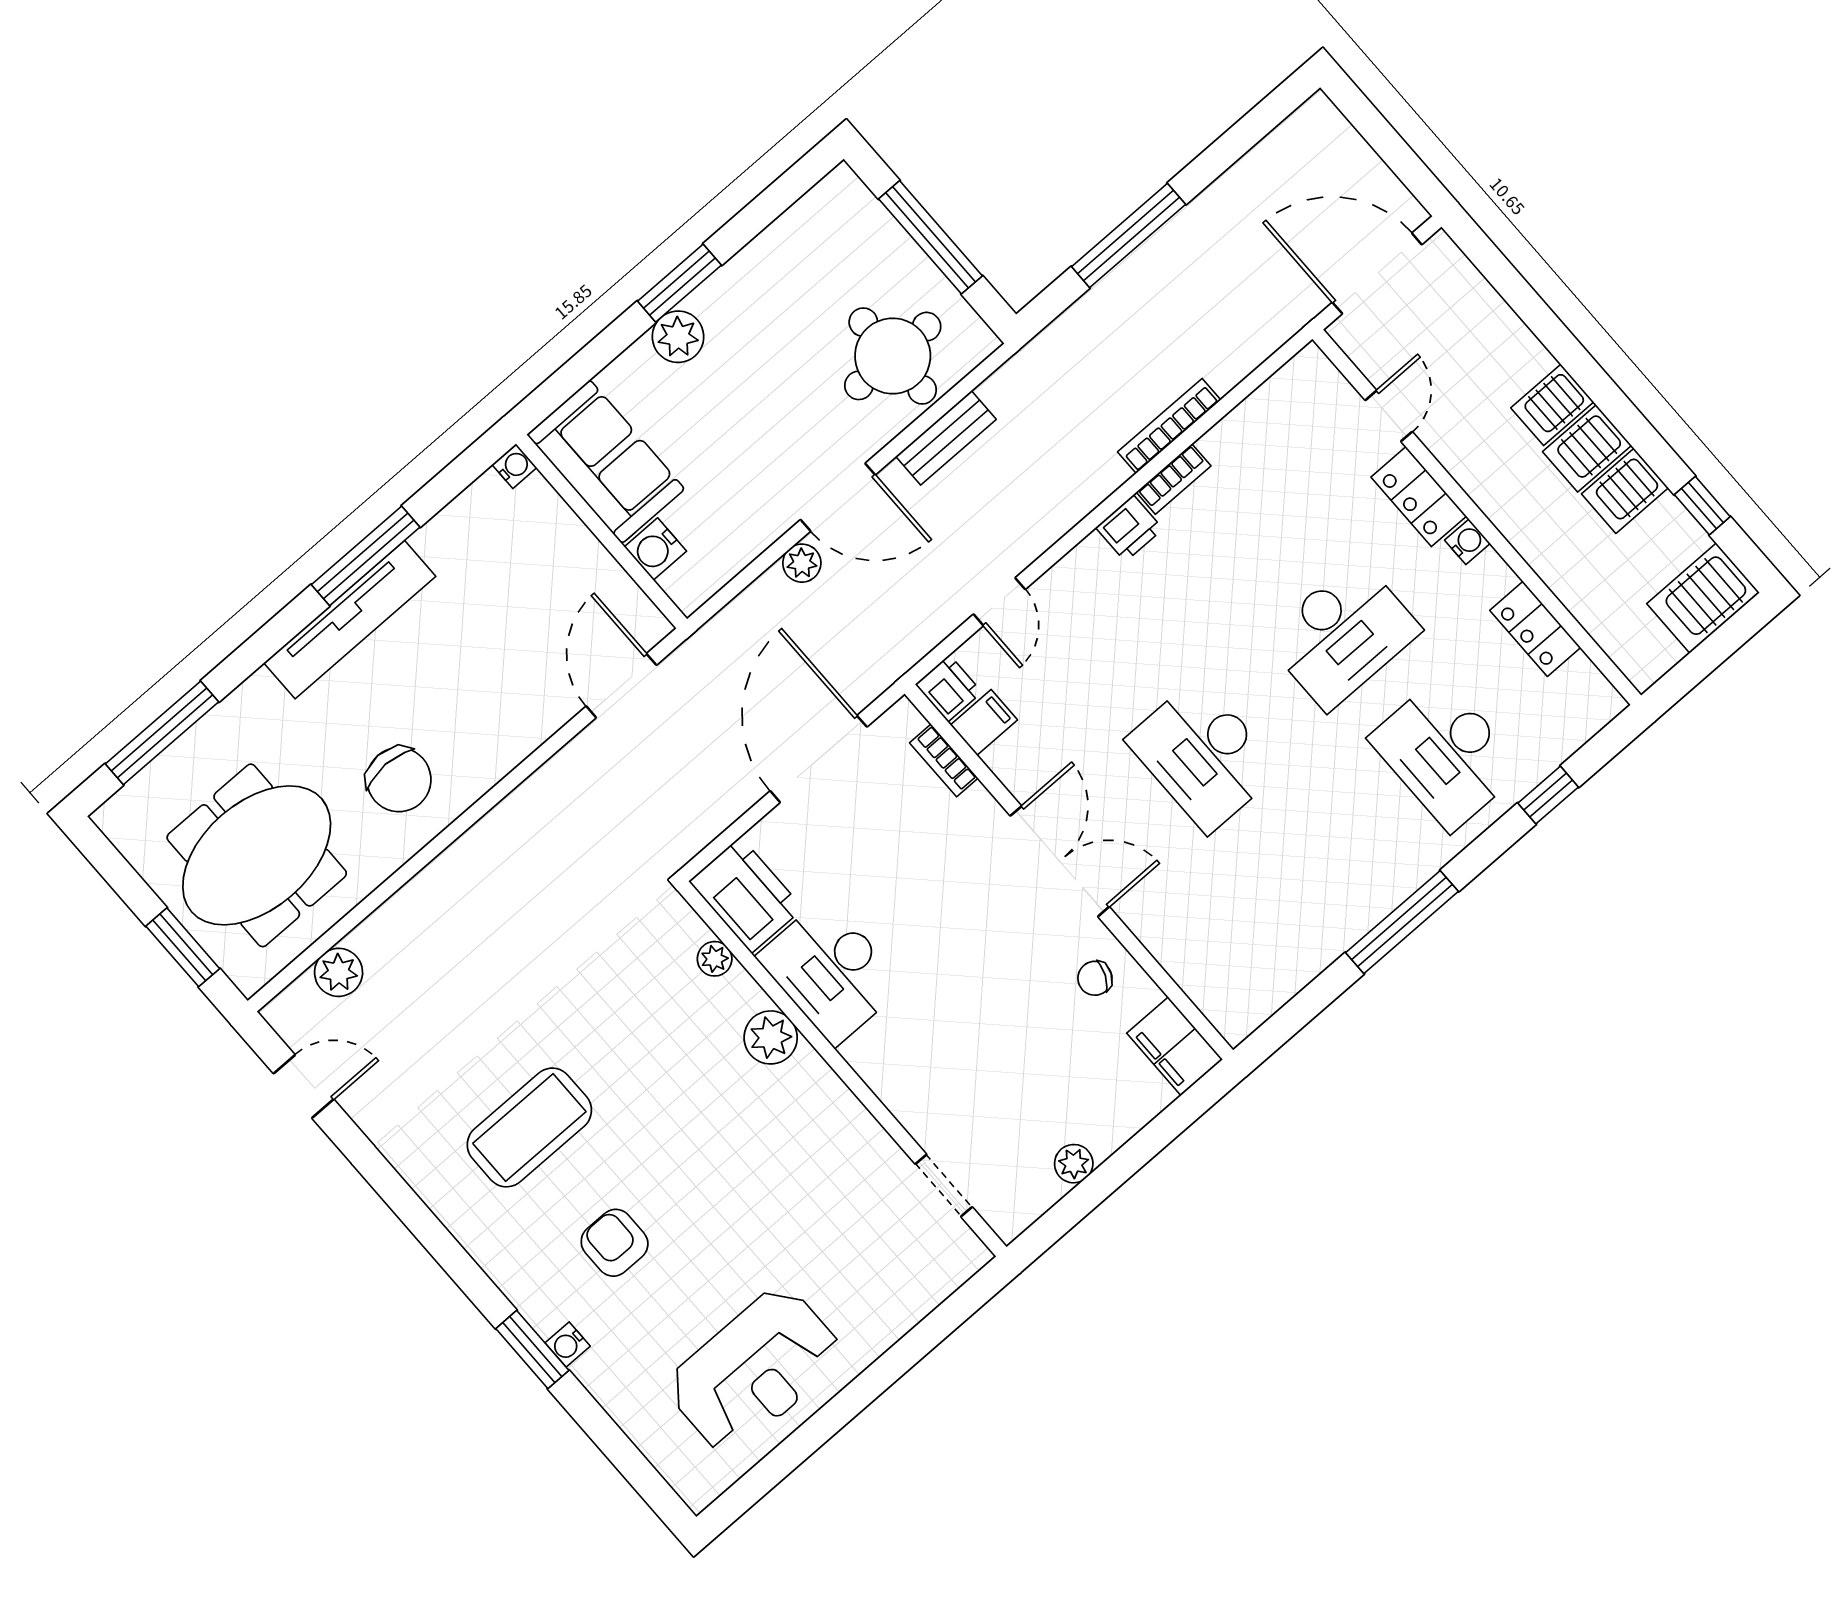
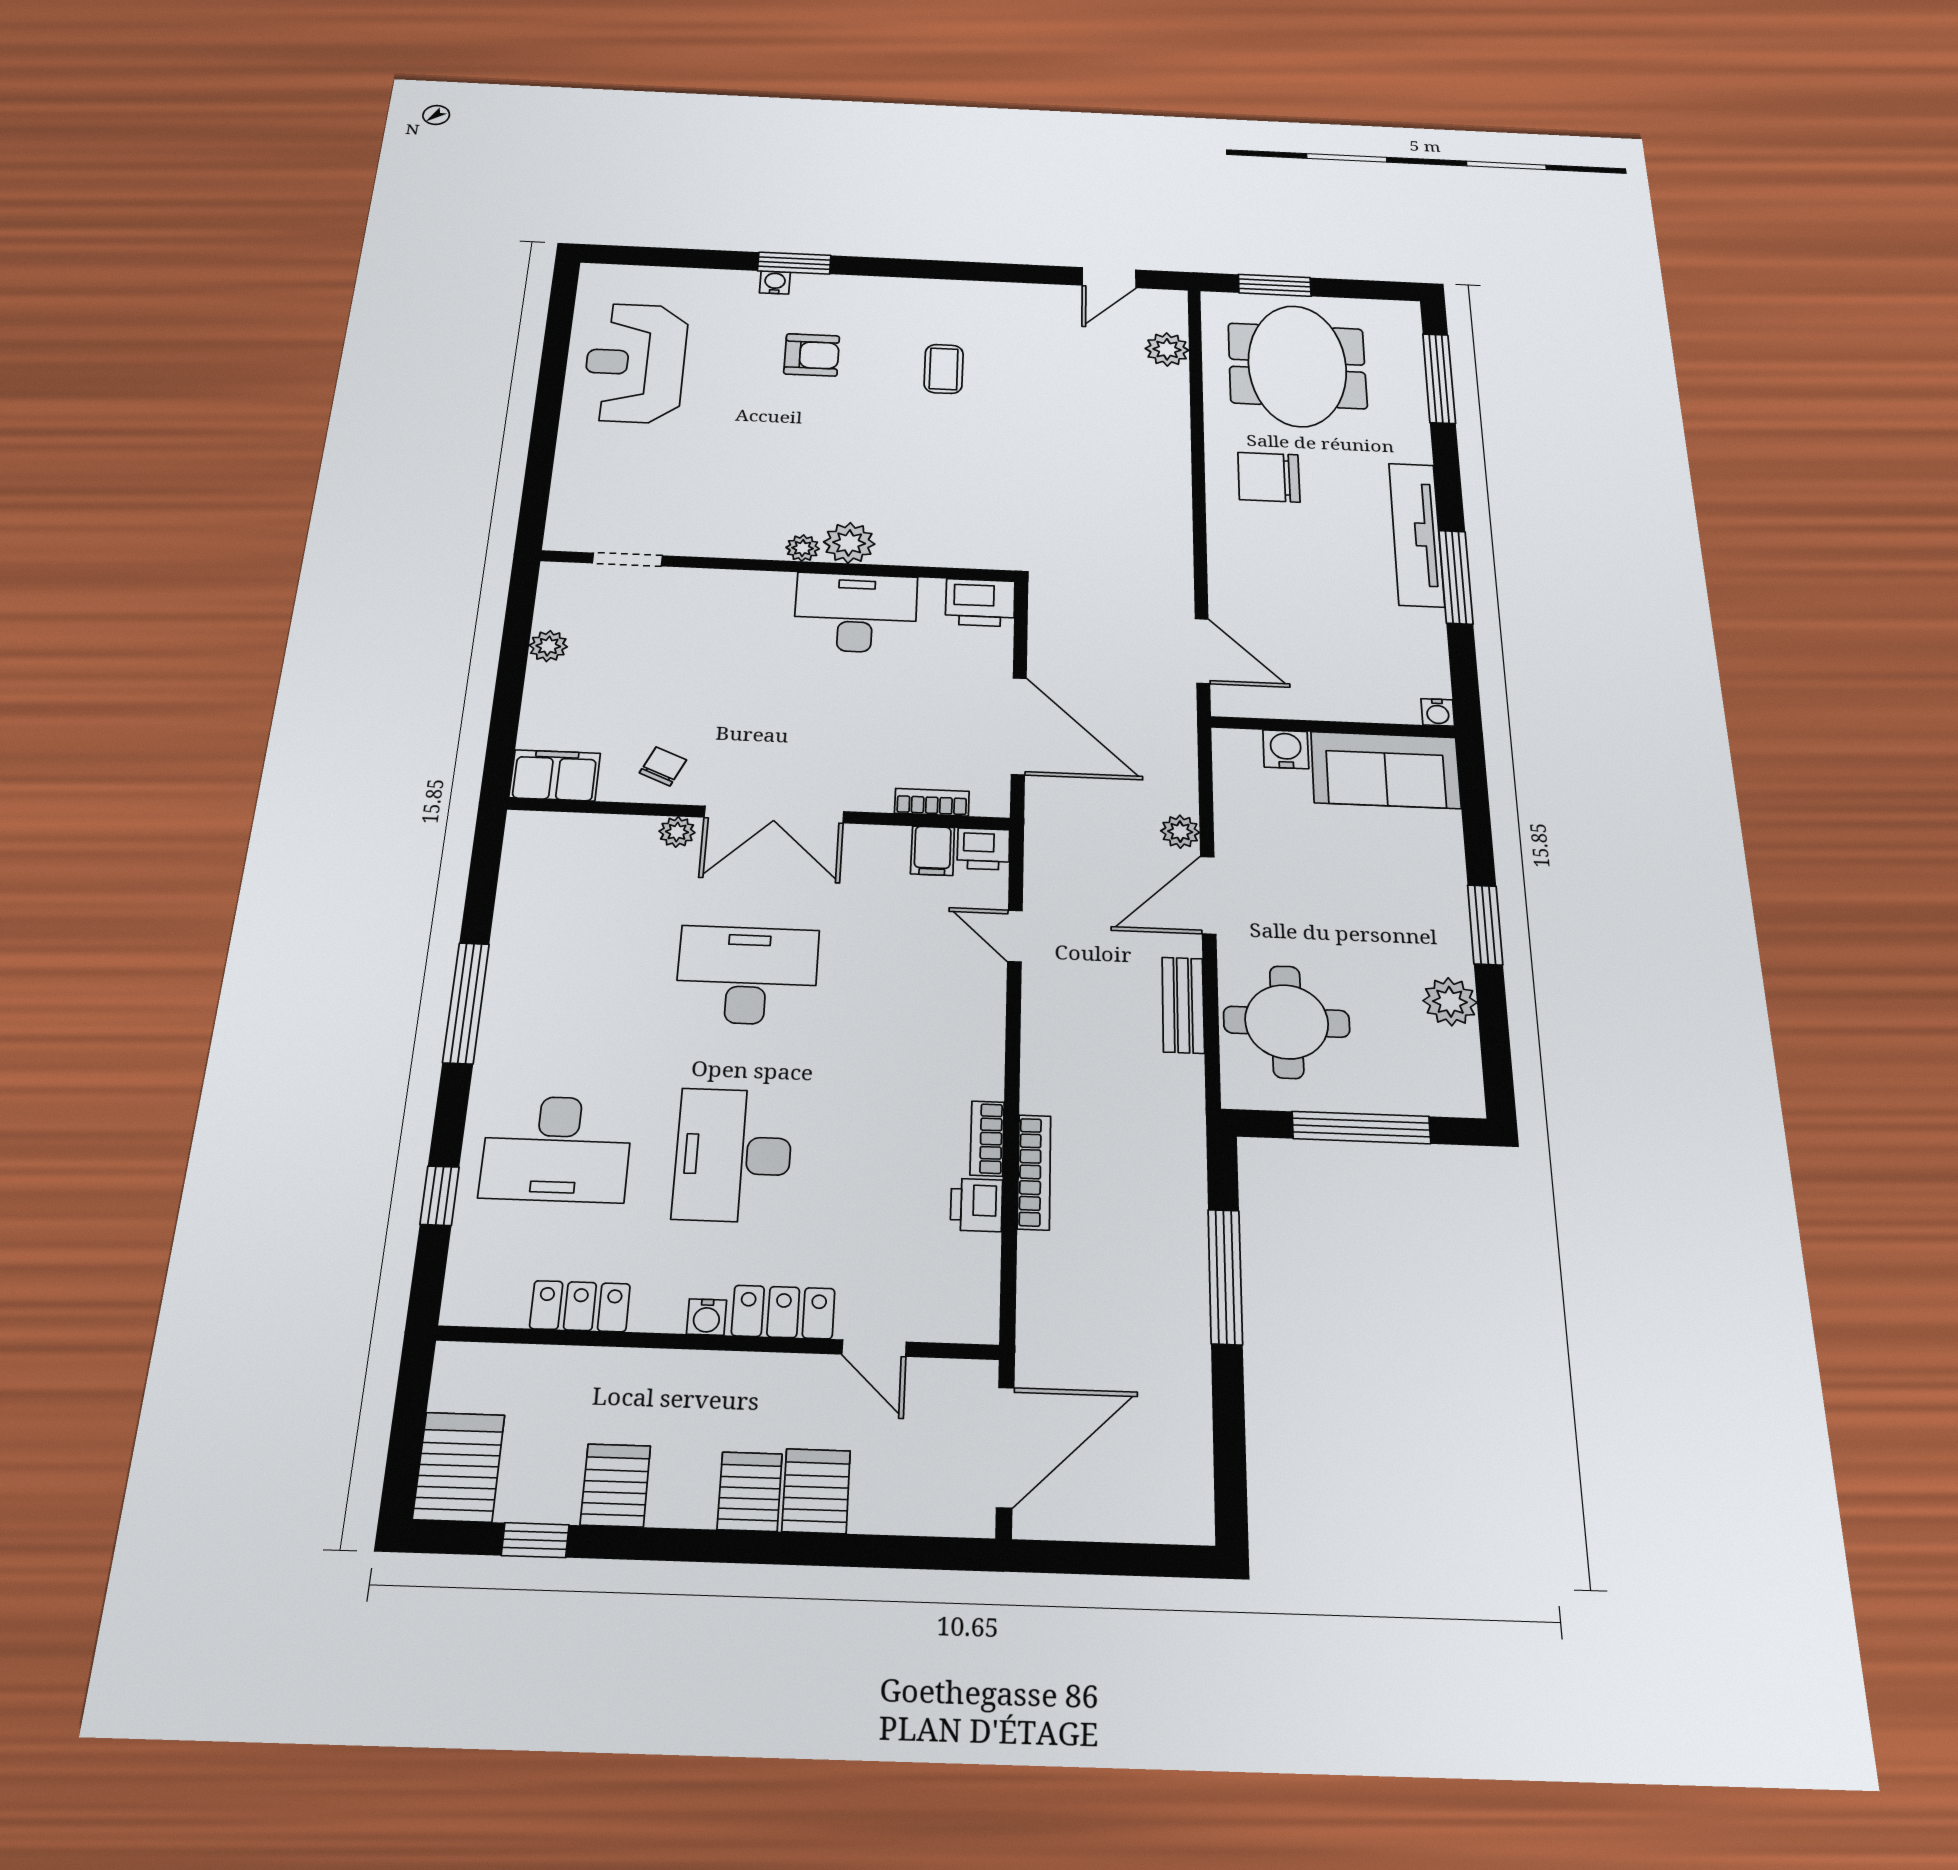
plant: (678, 337) -> (1450, 1002), moved
server rack: (1587, 448) -> (816, 1491), moved
printer: (1129, 528) -> (976, 1205), moved
desk: (1446, 754) -> (557, 1149), turned 180
printer: (746, 895) -> (980, 603), width x0.73, depth x0.84
plant: (1138, 915) -> (677, 832), added
plant: (715, 959) -> (803, 548), moved
coffee table: (529, 1127) -> (944, 369), width x0.54, depth x0.58

